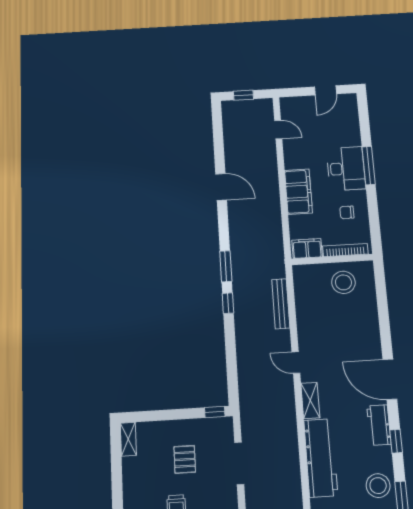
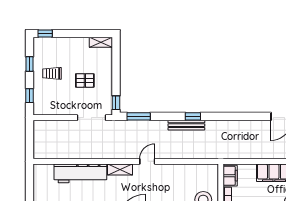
window: (226, 266) -> (139, 116), moved
bench: (281, 304) -> (186, 125), moved
doorway: (239, 463) -> (92, 118), moved

